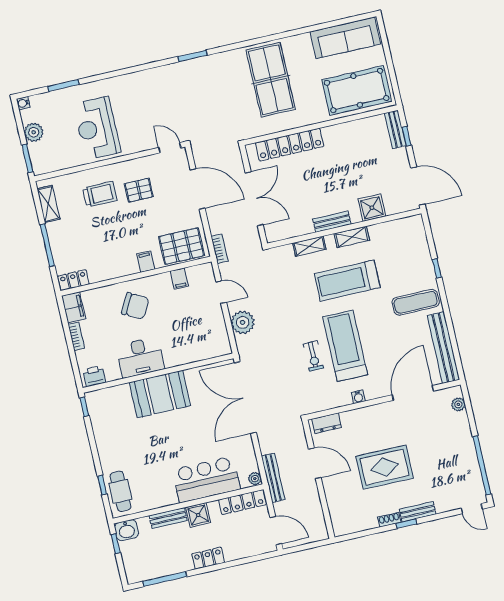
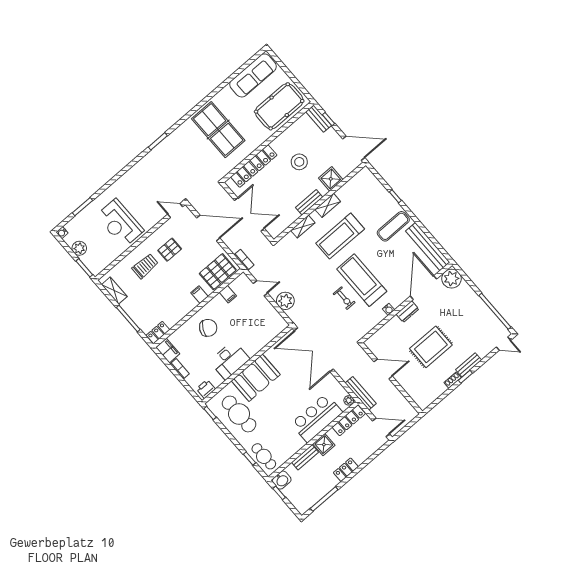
stool: (346, 168) -> (299, 162), added
plant: (458, 404) -> (451, 279), width x1.88, depth x1.88
dresser: (327, 423) -> (408, 312), moved
cafe table: (118, 426) -> (239, 414), added

